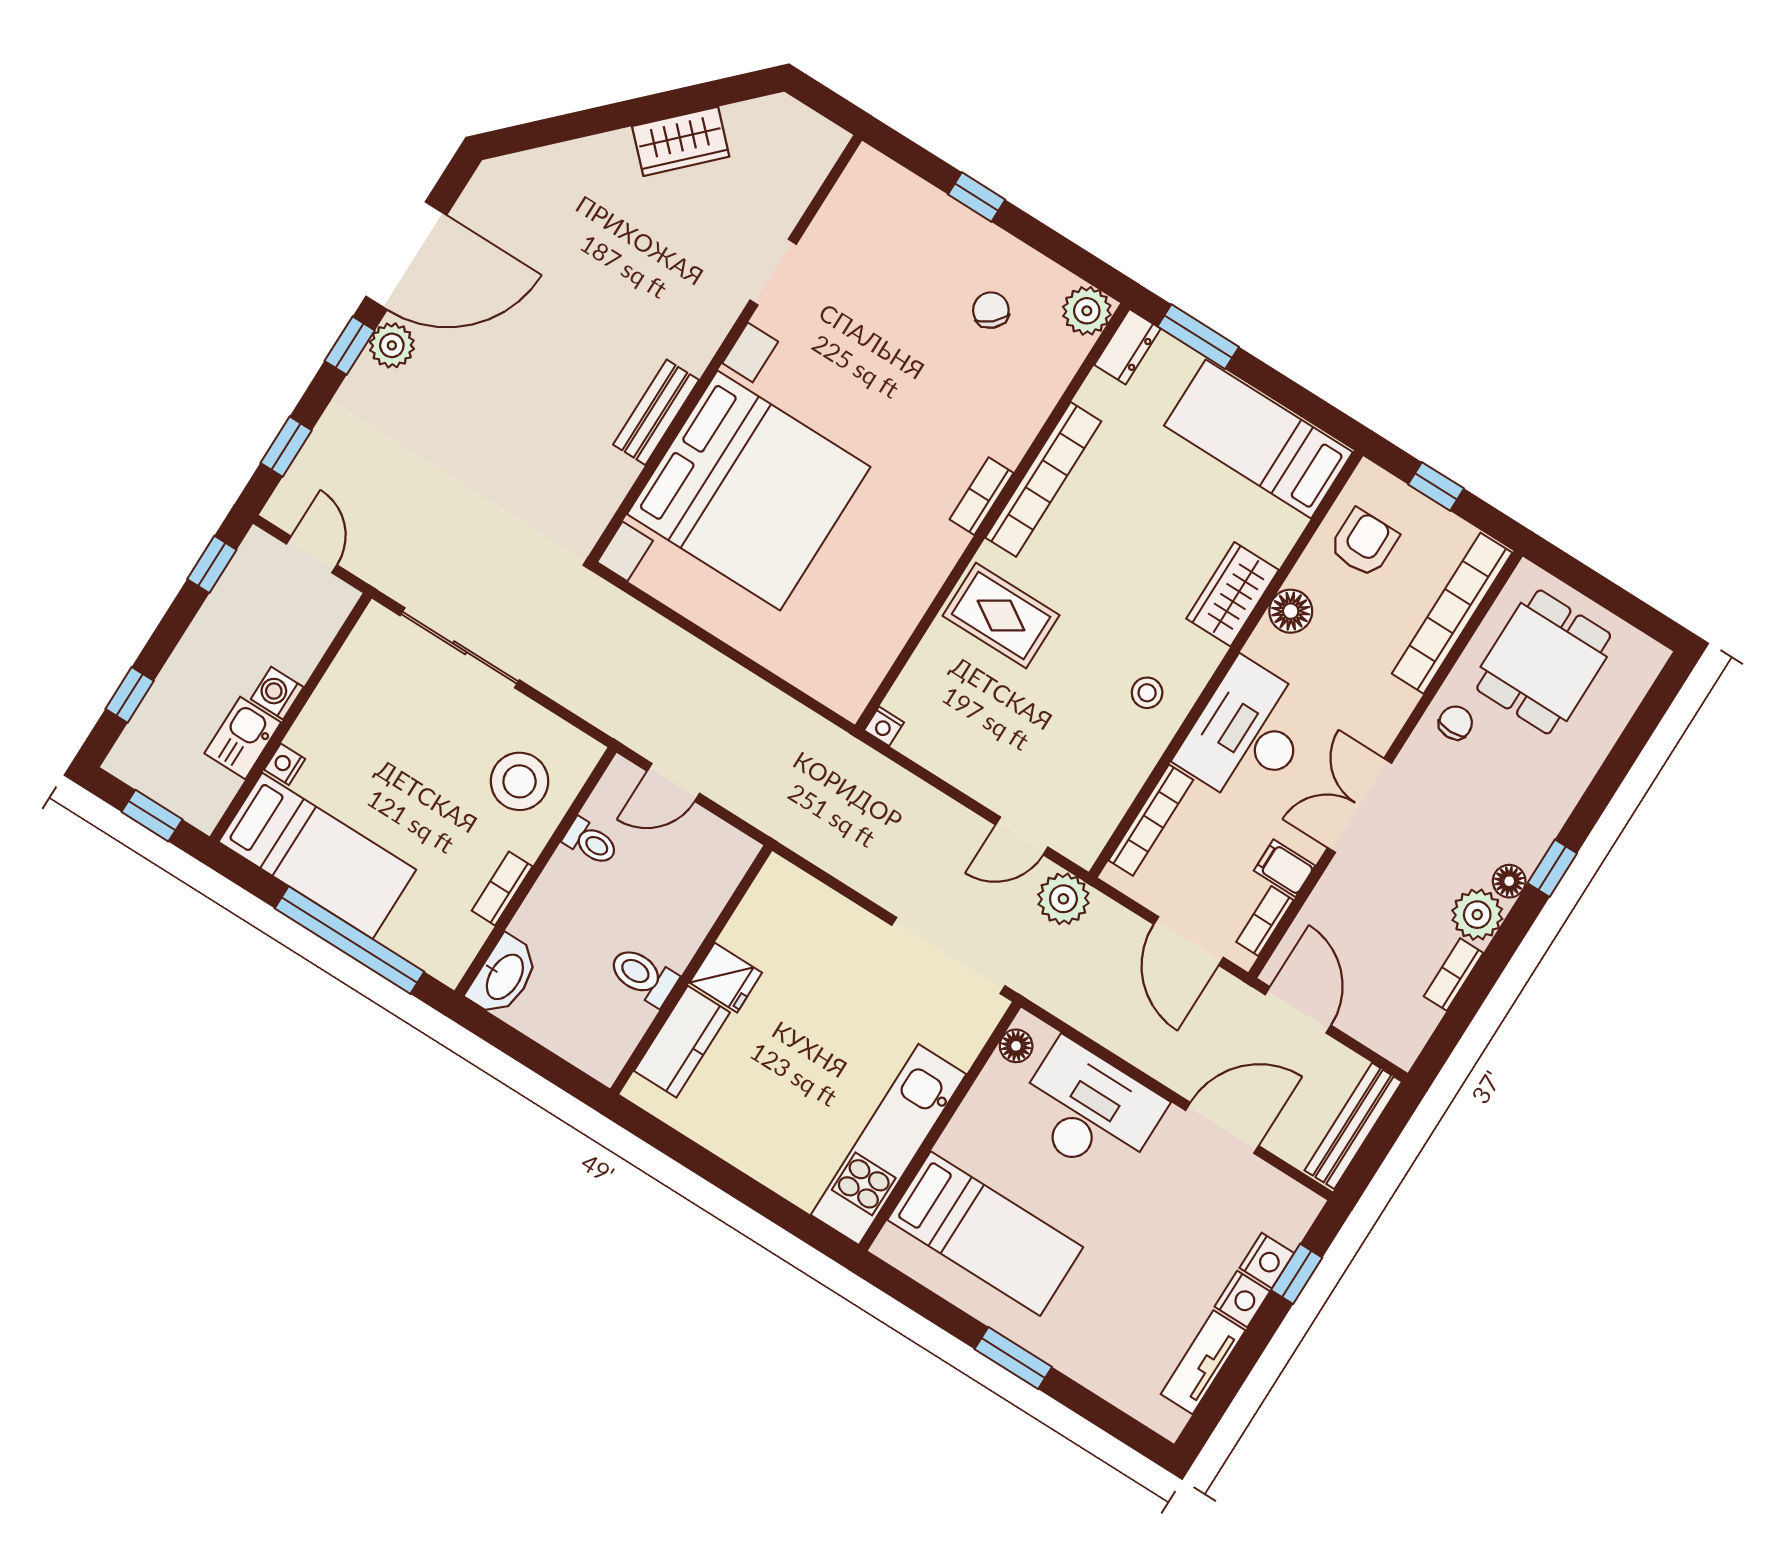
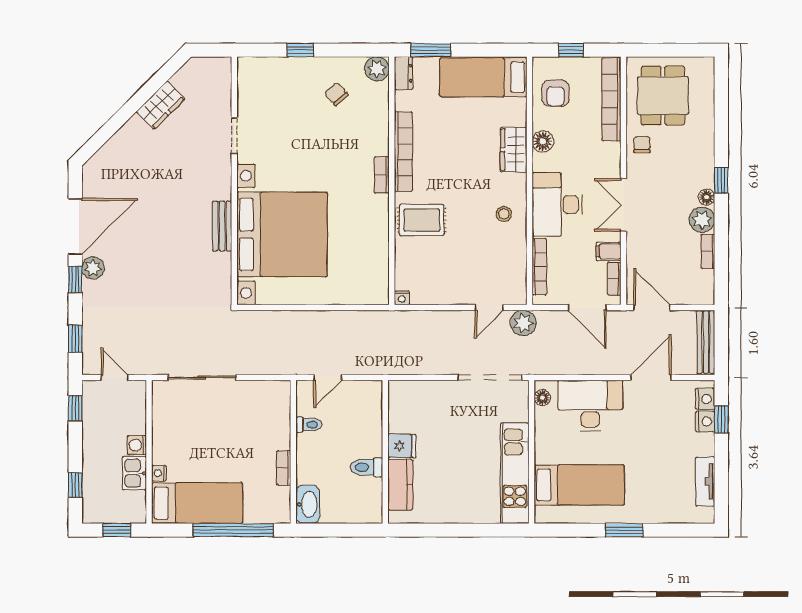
armchair: (1364, 543) -> (555, 93), turned 180
stool: (520, 781) -> (263, 418), removed
nightstand: (1242, 1299) -> (705, 399), moved

